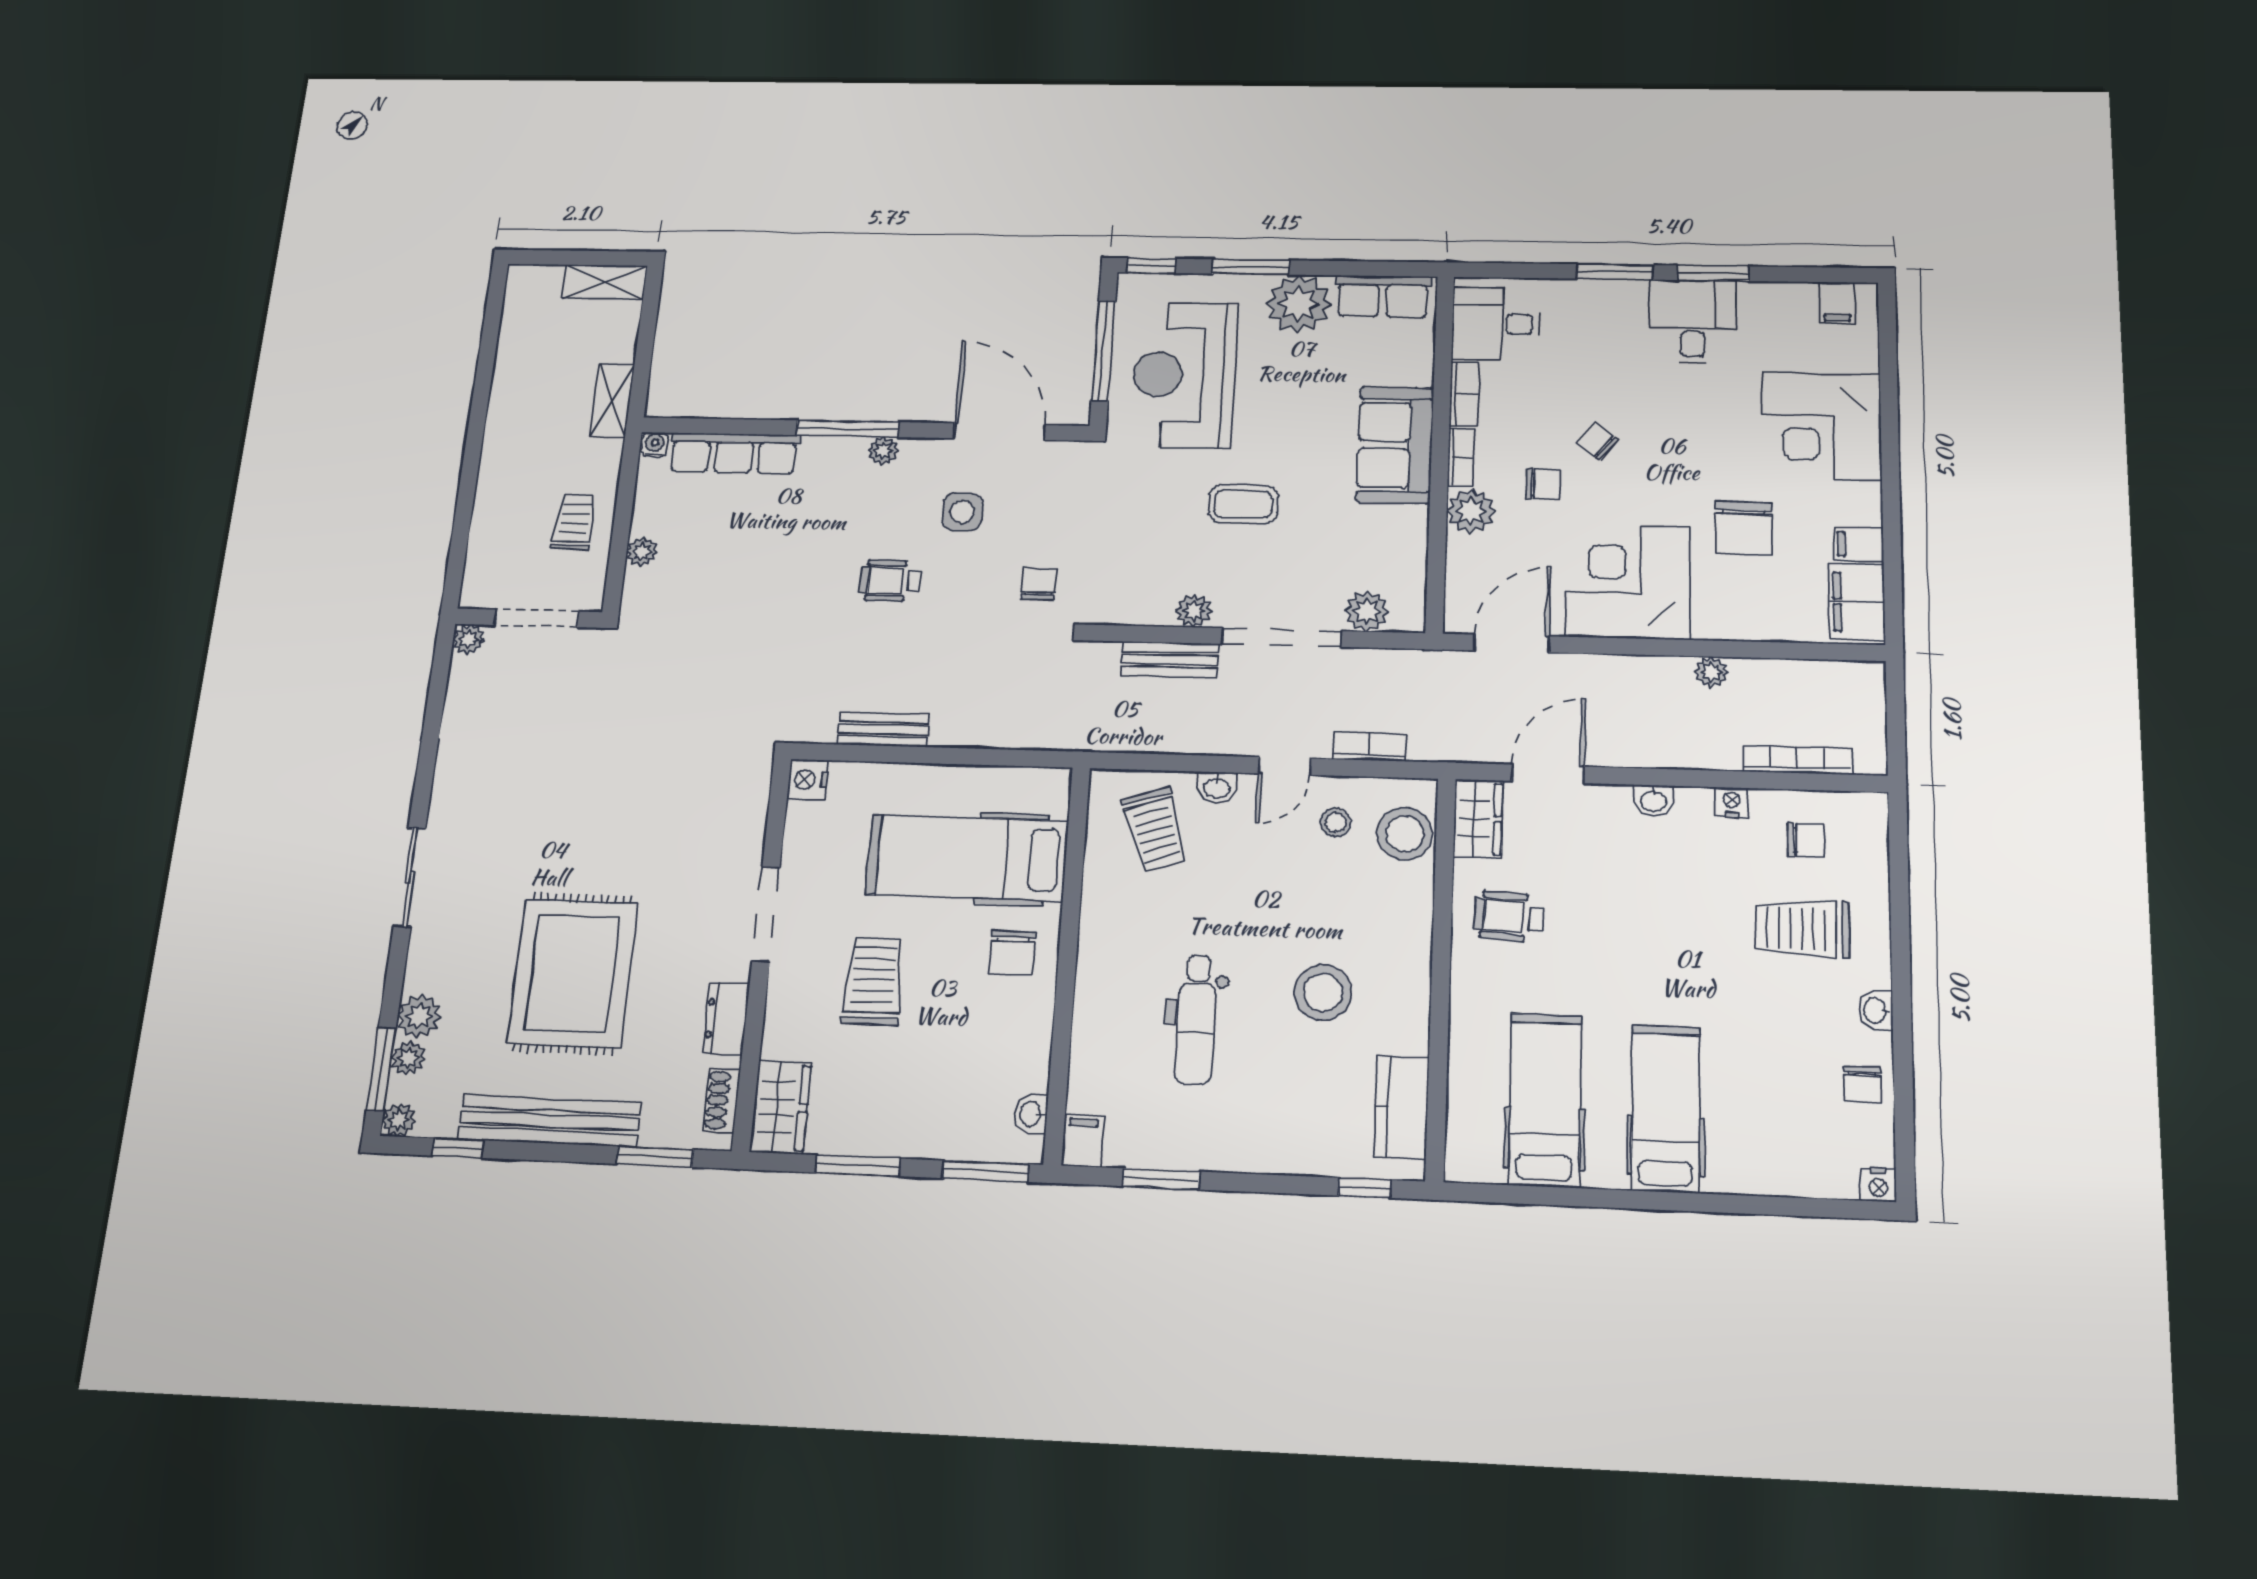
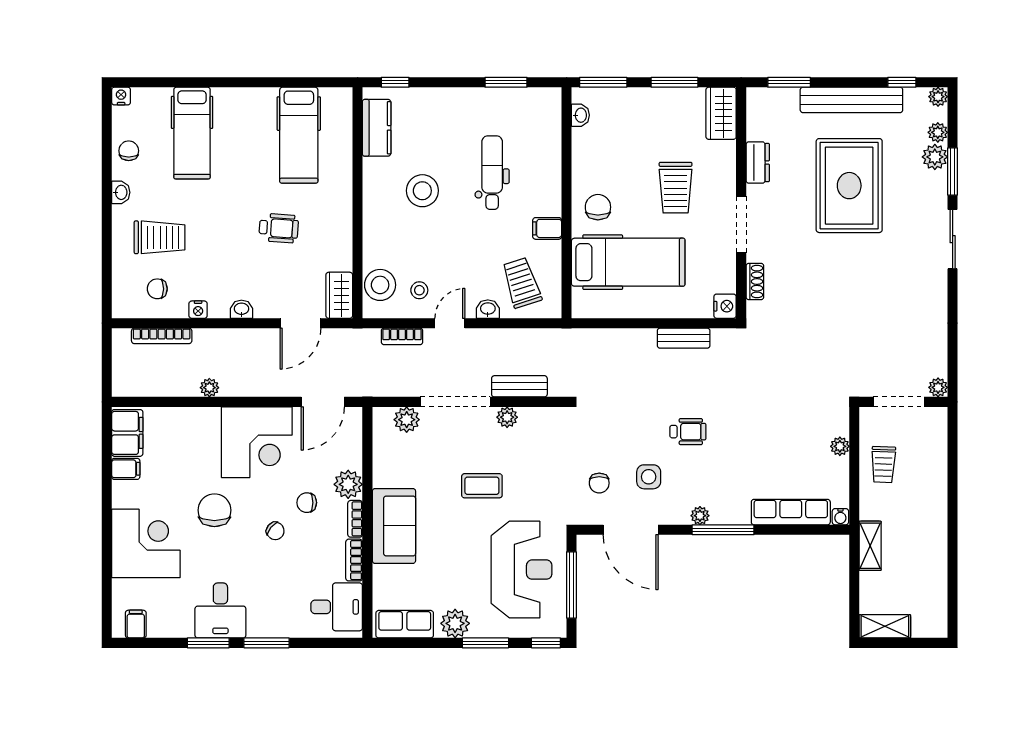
plant: (1299, 304) -> (455, 623), width x0.73, depth x0.73
chair: (1744, 528) -> (214, 510), moved
chair: (1039, 584) -> (599, 483), moved
wheelchair: (1509, 917) -> (279, 228), moved
window: (381, 1069) -> (953, 172), moved
shoe rack: (722, 1100) -> (755, 281), moved
hospital bed: (1666, 1108) -> (192, 133), moved
filing cabinet: (1083, 1141) -> (547, 228), moved, turned 90

